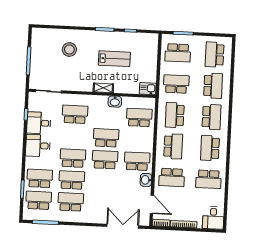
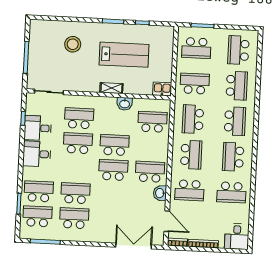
lab bench: (114, 59) -> (124, 55), width x1.36, depth x1.39
school desk: (73, 158) -> (78, 143), moved

